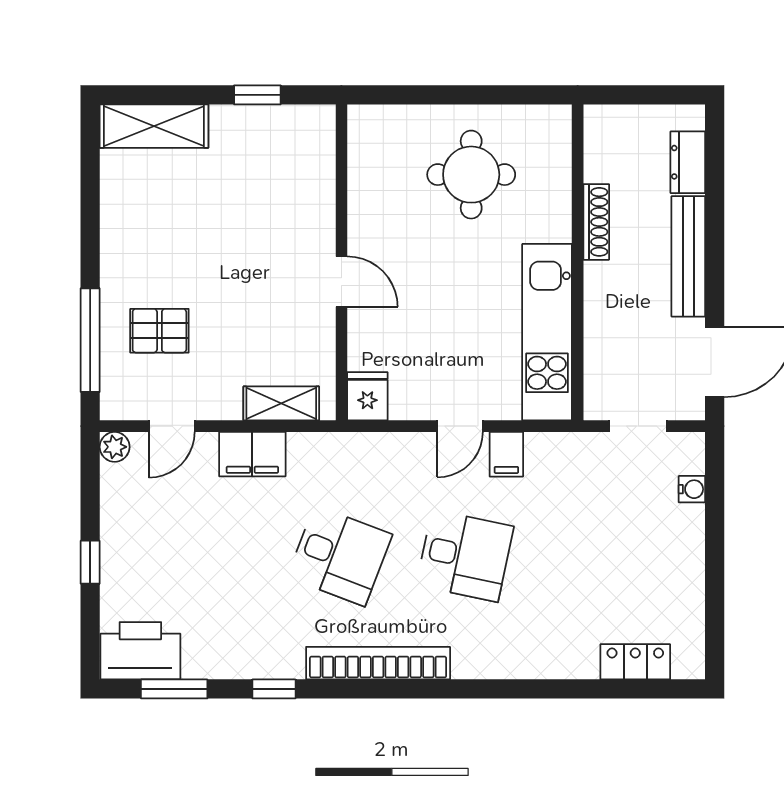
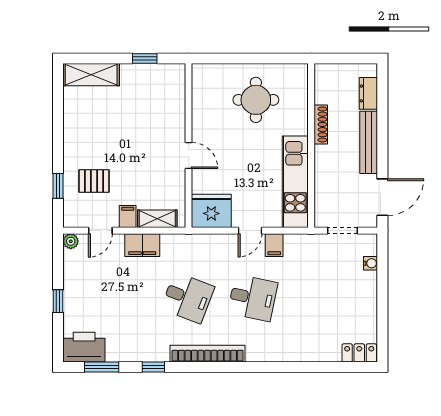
window: (90, 340) -> (58, 186), width x0.46
fridge: (367, 396) -> (211, 211), width x1.88, depth x1.34
filing cabinet: (224, 399) -> (128, 217), added
locker: (635, 662) -> (359, 353), moved

